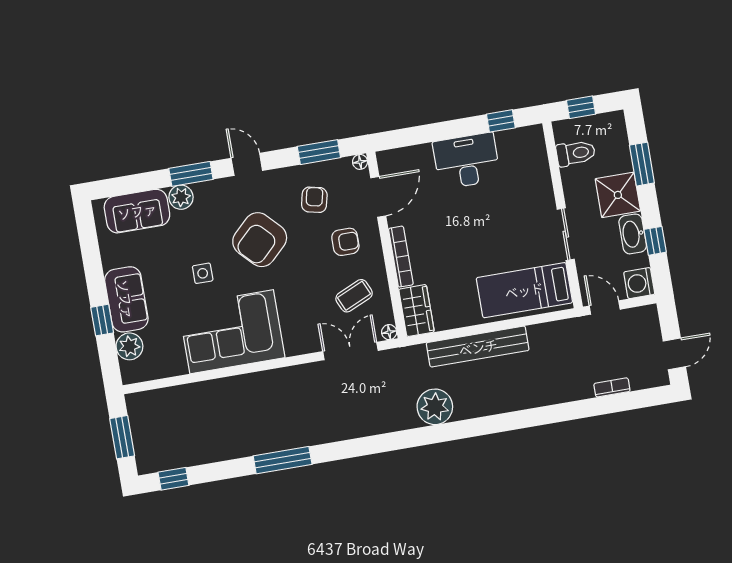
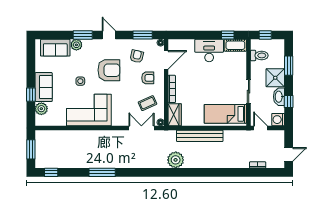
cot: (521, 140) -> (235, 45), added
armchair: (260, 240) -> (109, 70), turned -136

